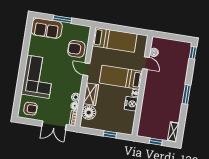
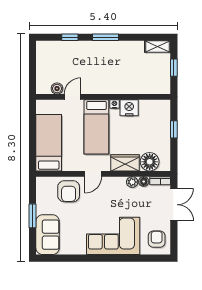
window: (193, 53) -> (70, 37), moved

